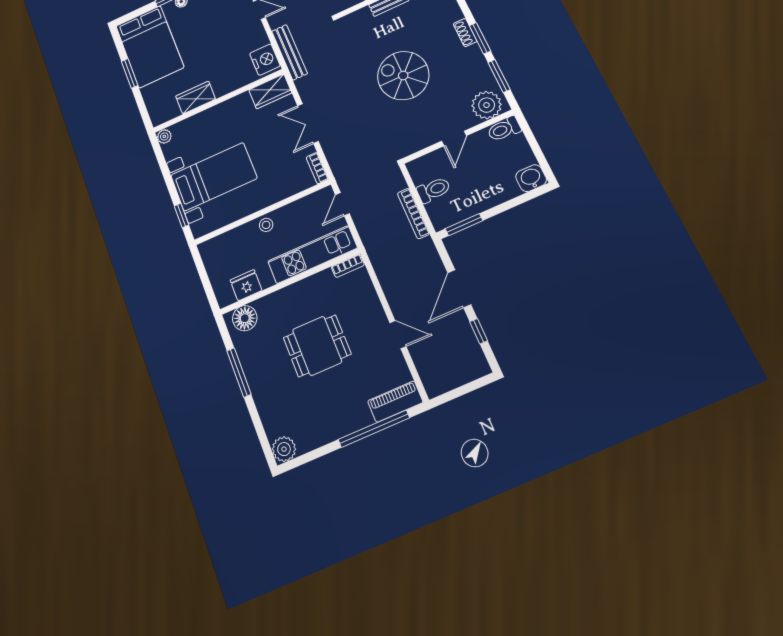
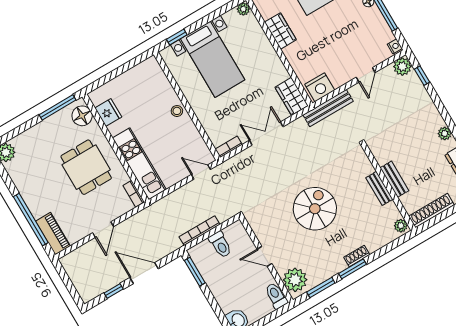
kitchen unit: (312, 255) -> (139, 164), moved
bookcase: (348, 266) -> (134, 194), moved
wall: (290, 282) -> (116, 148), moved
fridge: (246, 285) -> (108, 113), moved
floor lamp: (245, 318) -> (82, 116), moved

